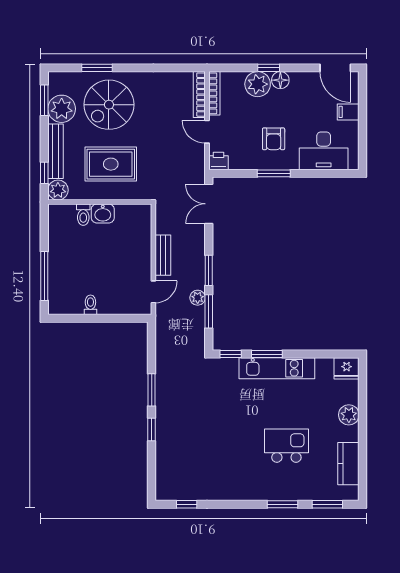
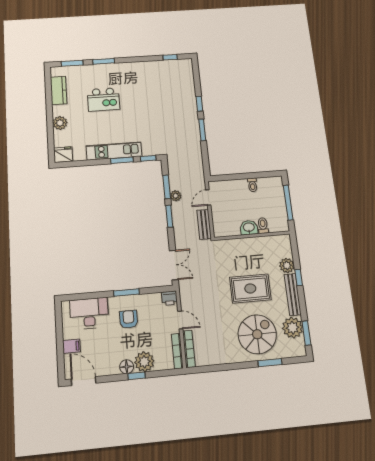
wall: (100, 202) -> (252, 236), moved
washbasin: (103, 213) -> (249, 228), moved
toilet: (83, 215) -> (263, 226), moved

